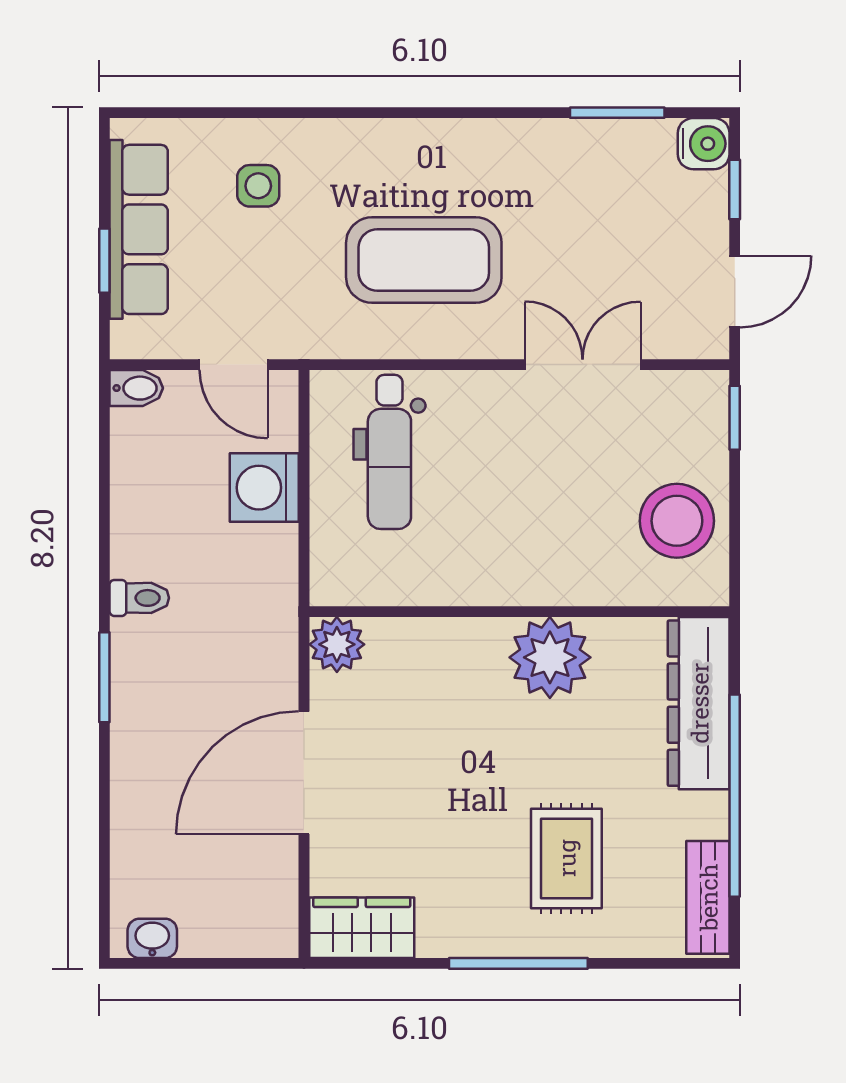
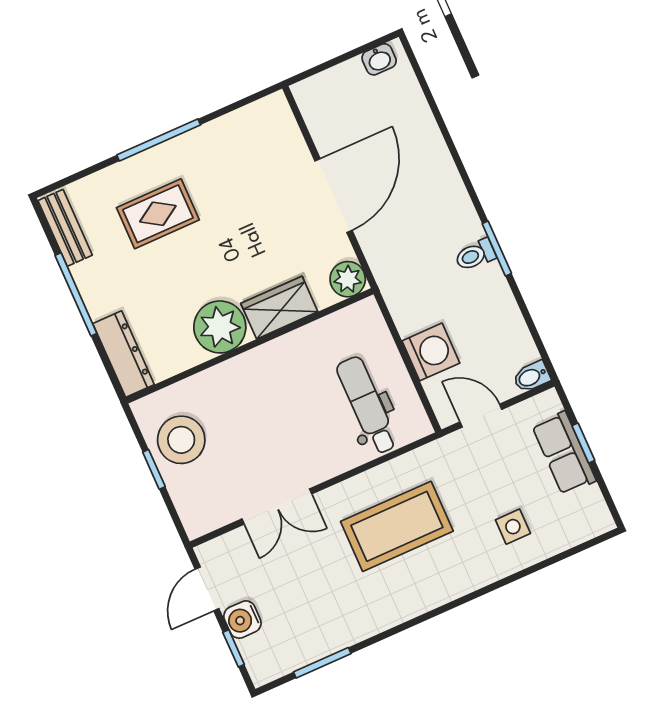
water cooler: (704, 144) -> (242, 620), moved
row of seats: (139, 229) -> (564, 453), width x0.68
window: (735, 418) -> (154, 469), moved
window: (104, 677) -> (497, 249), moved
dresser: (699, 703) -> (124, 354), width x0.73, depth x0.80
window: (735, 796) -> (76, 294), width x0.68
rug: (566, 858) -> (158, 214), turned 90
wardrobe: (362, 928) -> (279, 308), moved, turned 180

